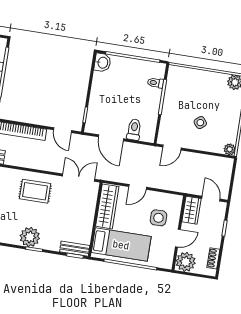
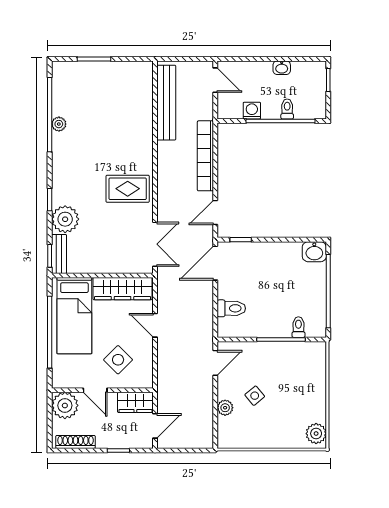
door: (111, 138) -> (215, 263), moved
door: (172, 147) -> (215, 363), swing flipped
plant: (230, 149) -> (225, 408), moved
rug: (35, 191) -> (128, 189), turned 90
side table: (158, 218) -> (118, 360), turned 45
plant: (30, 237) -> (65, 219), moved
shoe rack: (213, 258) -> (76, 442), width x1.43

